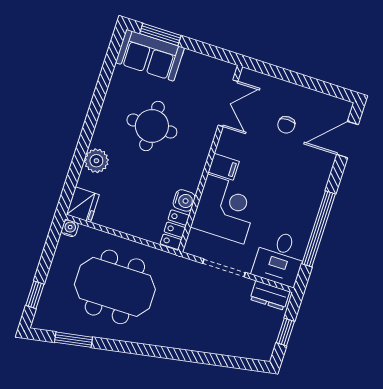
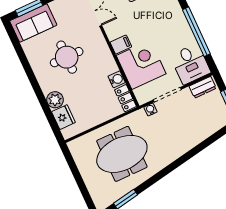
fridge: (83, 205) -> (63, 117), moved
water cooler: (70, 228) -> (150, 110), moved
window: (35, 295) -> (86, 194), removed

